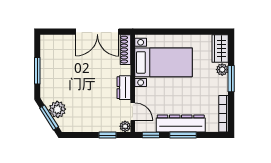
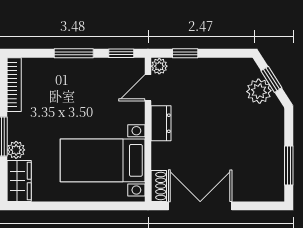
shoe rack: (125, 50) -> (159, 186), width x0.70
window: (37, 71) -> (289, 165), moved
door: (133, 112) -> (148, 88), hinge flipped
window: (49, 117) -> (271, 79), width x0.67
dresser: (181, 124) -> (77, 70), removed

